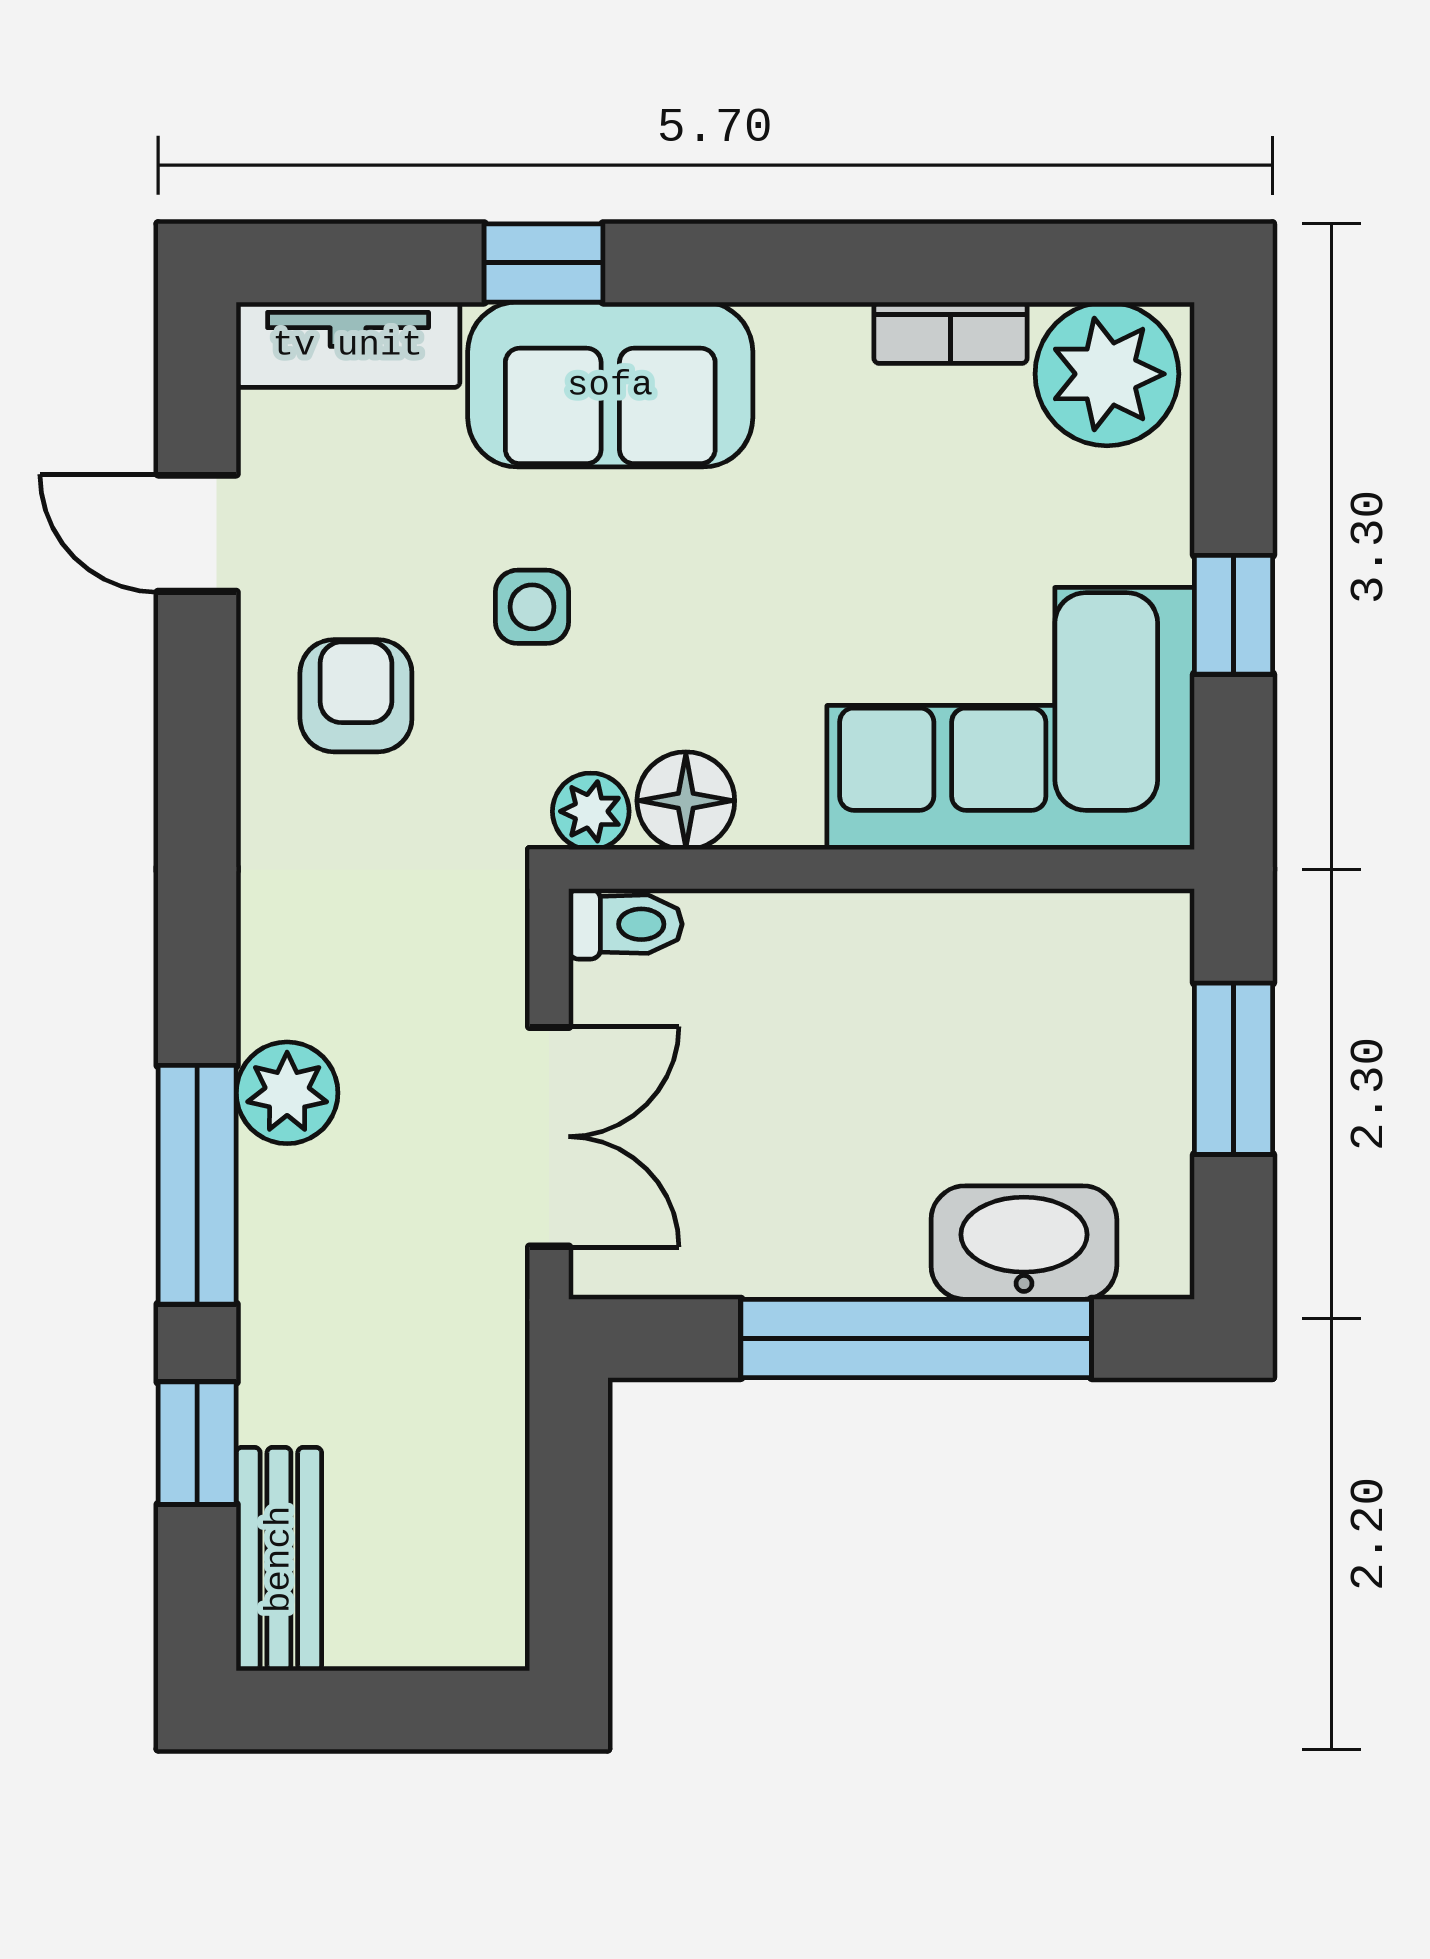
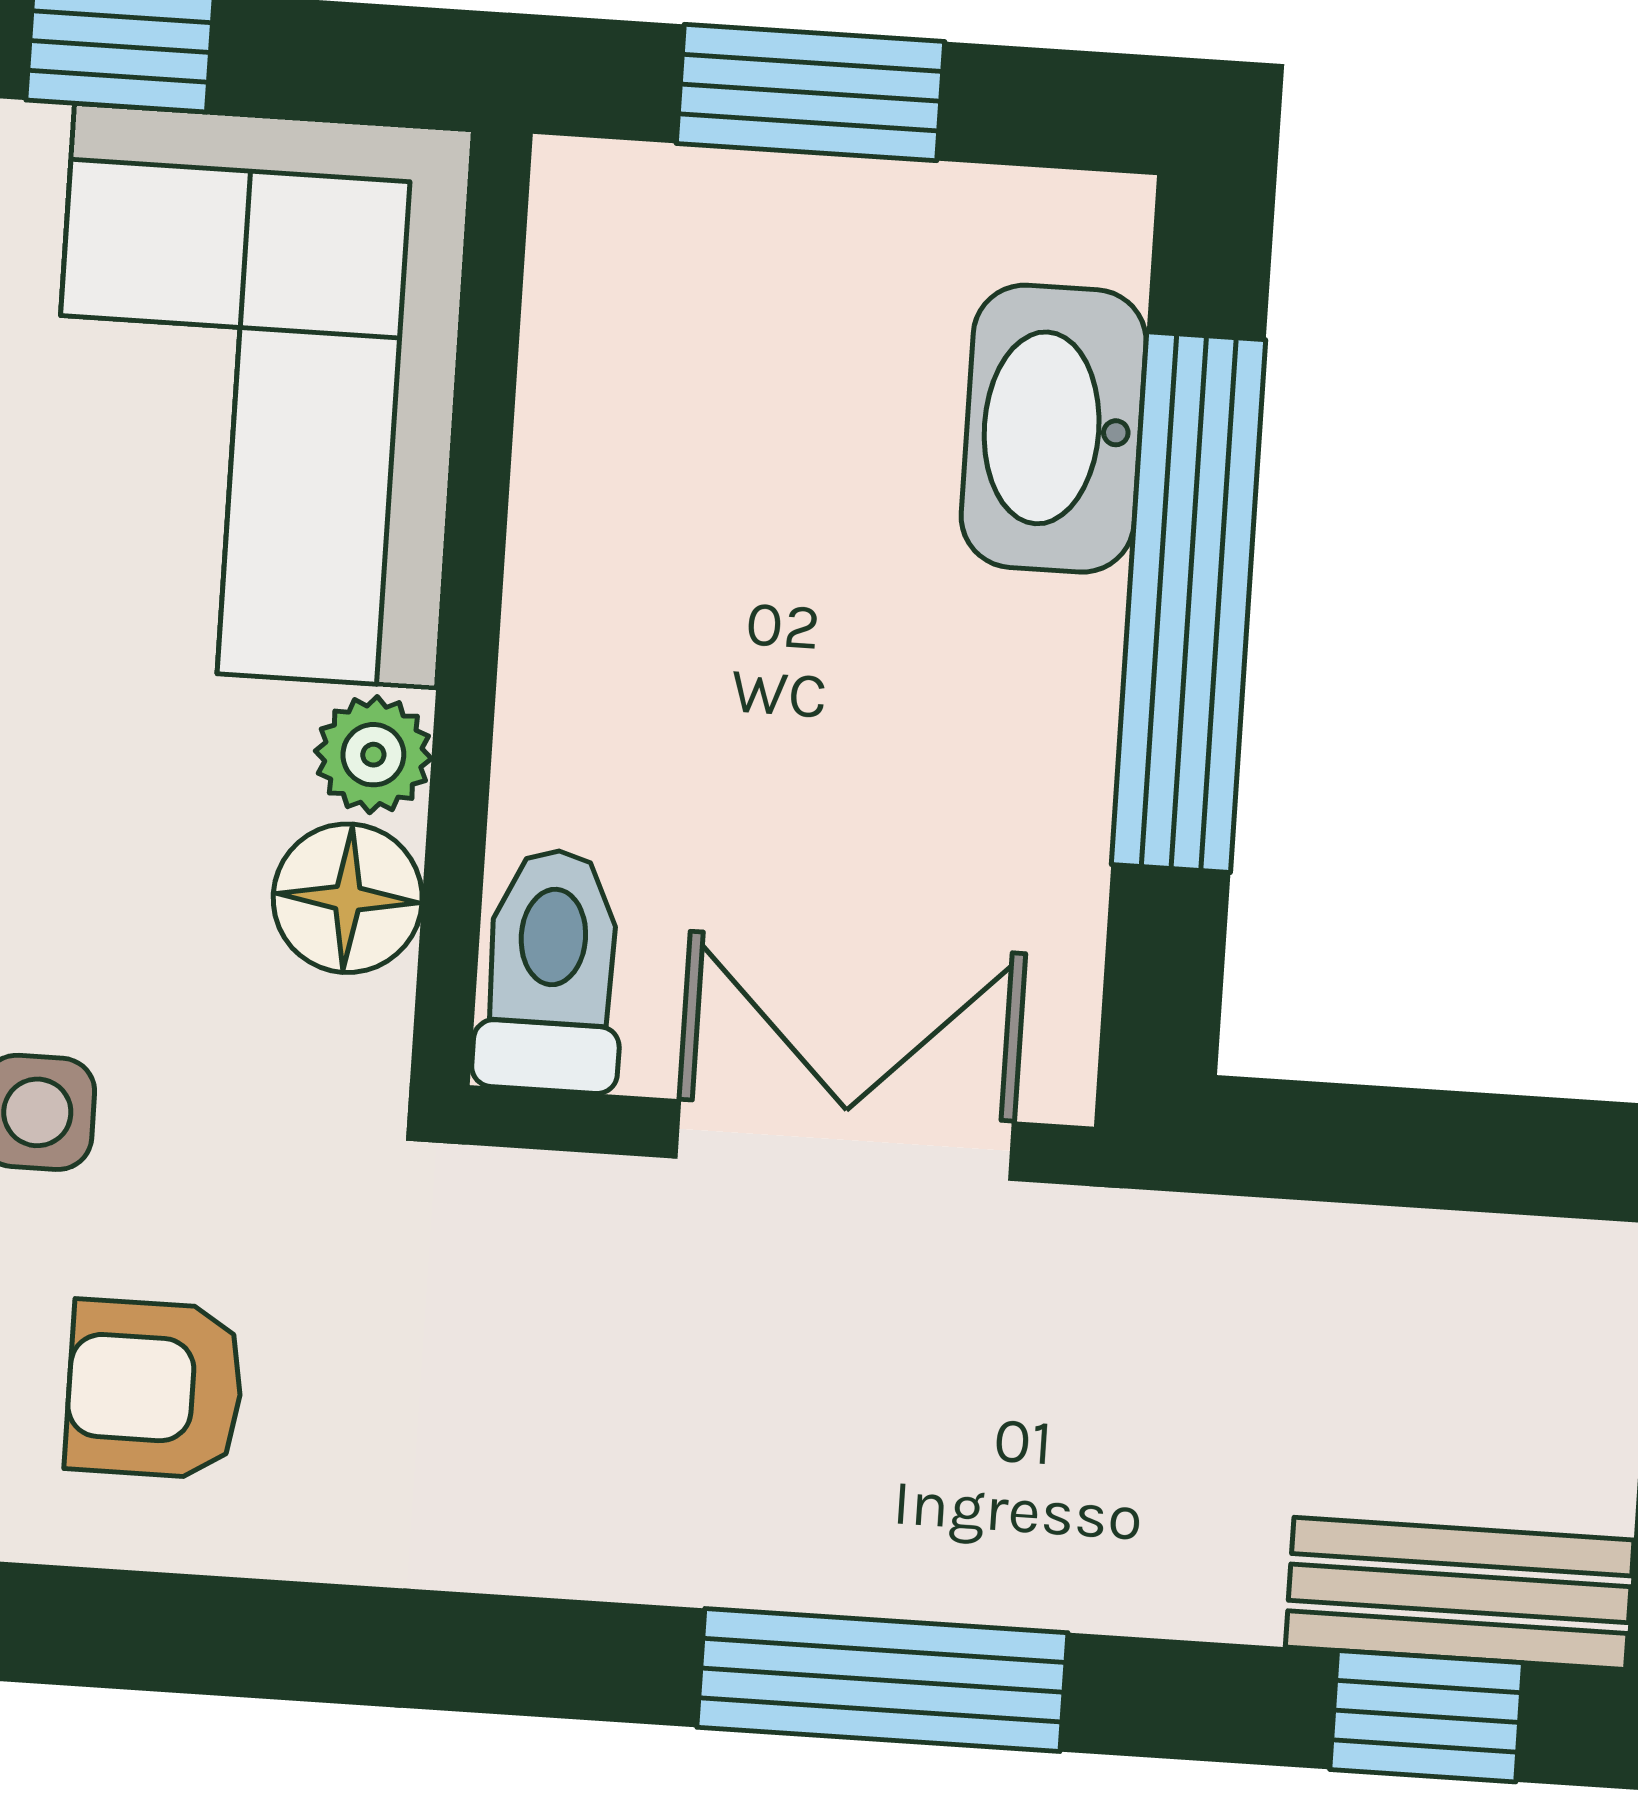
plant: (591, 811) -> (373, 755), moved
toilet: (625, 924) -> (551, 970), width x1.37, depth x1.39
plant: (287, 1093) -> (752, 1534), removed
window: (197, 1443) -> (1427, 1716), moved

